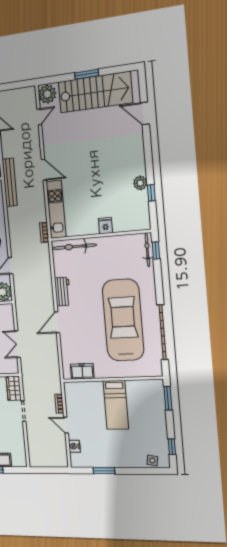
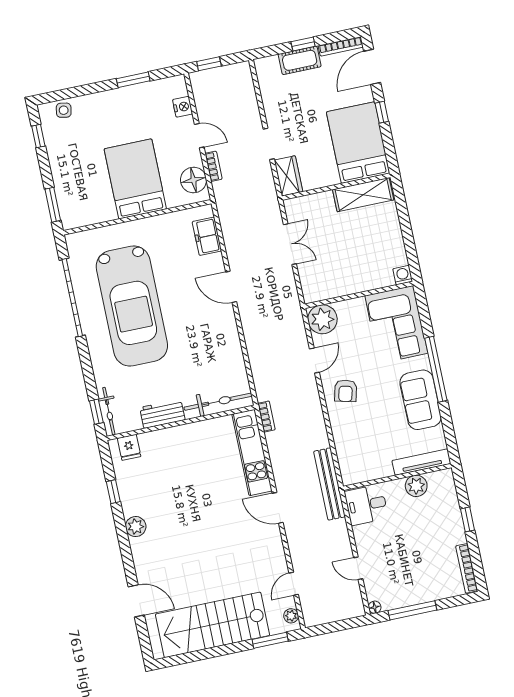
window: (87, 74) -> (270, 640), moved
plant: (47, 94) -> (291, 616), width x0.53, depth x0.53
plant: (140, 183) -> (136, 527), moved
fridge: (105, 226) -> (129, 447), moved
workbench: (63, 292) -> (162, 414), moved, turned 90
door: (57, 322) -> (231, 287), swing flipped
freezer: (82, 371) -> (207, 236), moved, turned 90
floor lamp: (73, 397) -> (193, 180), added
bed: (116, 405) -> (135, 179), width x1.50
window: (55, 470) -> (209, 64), added

